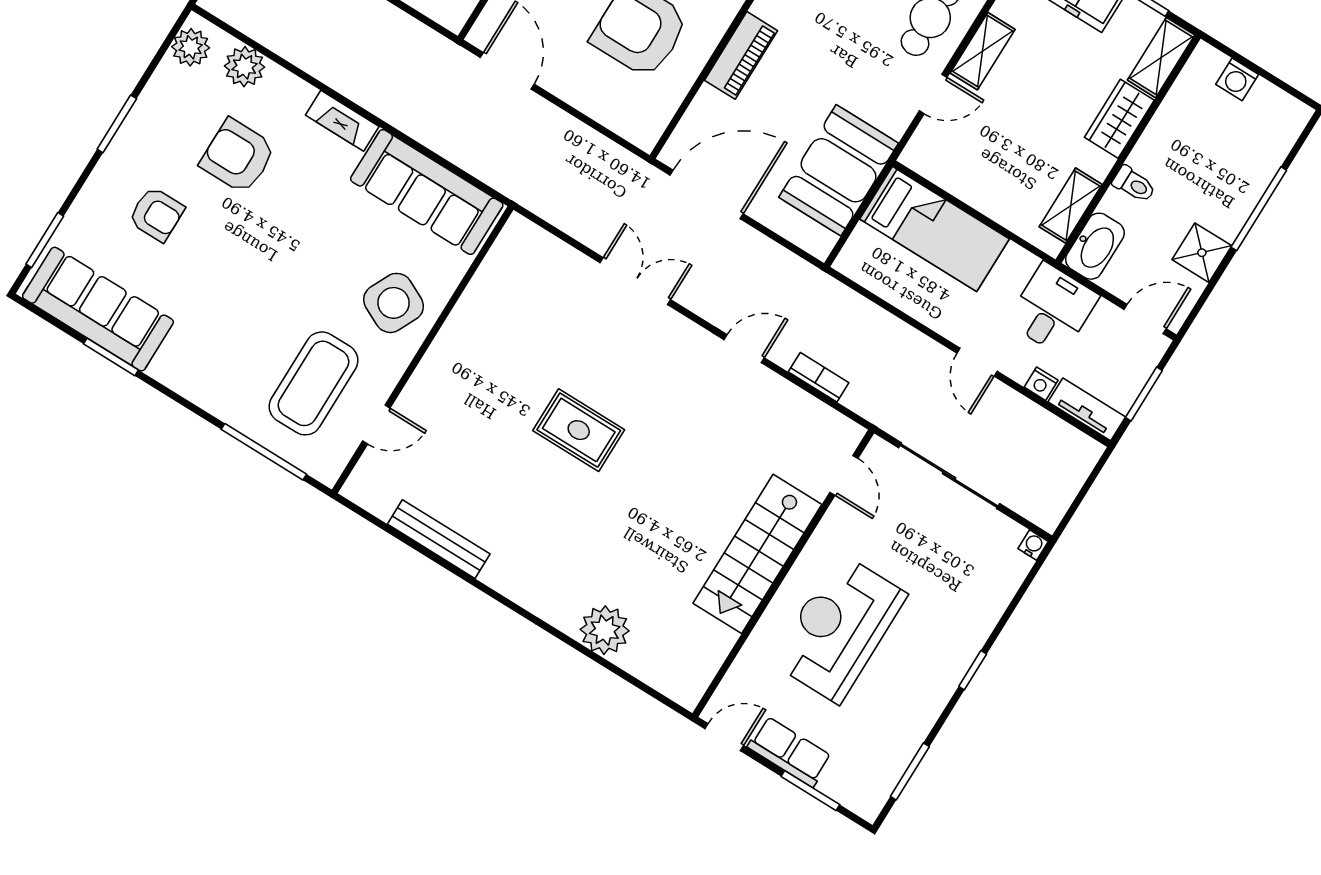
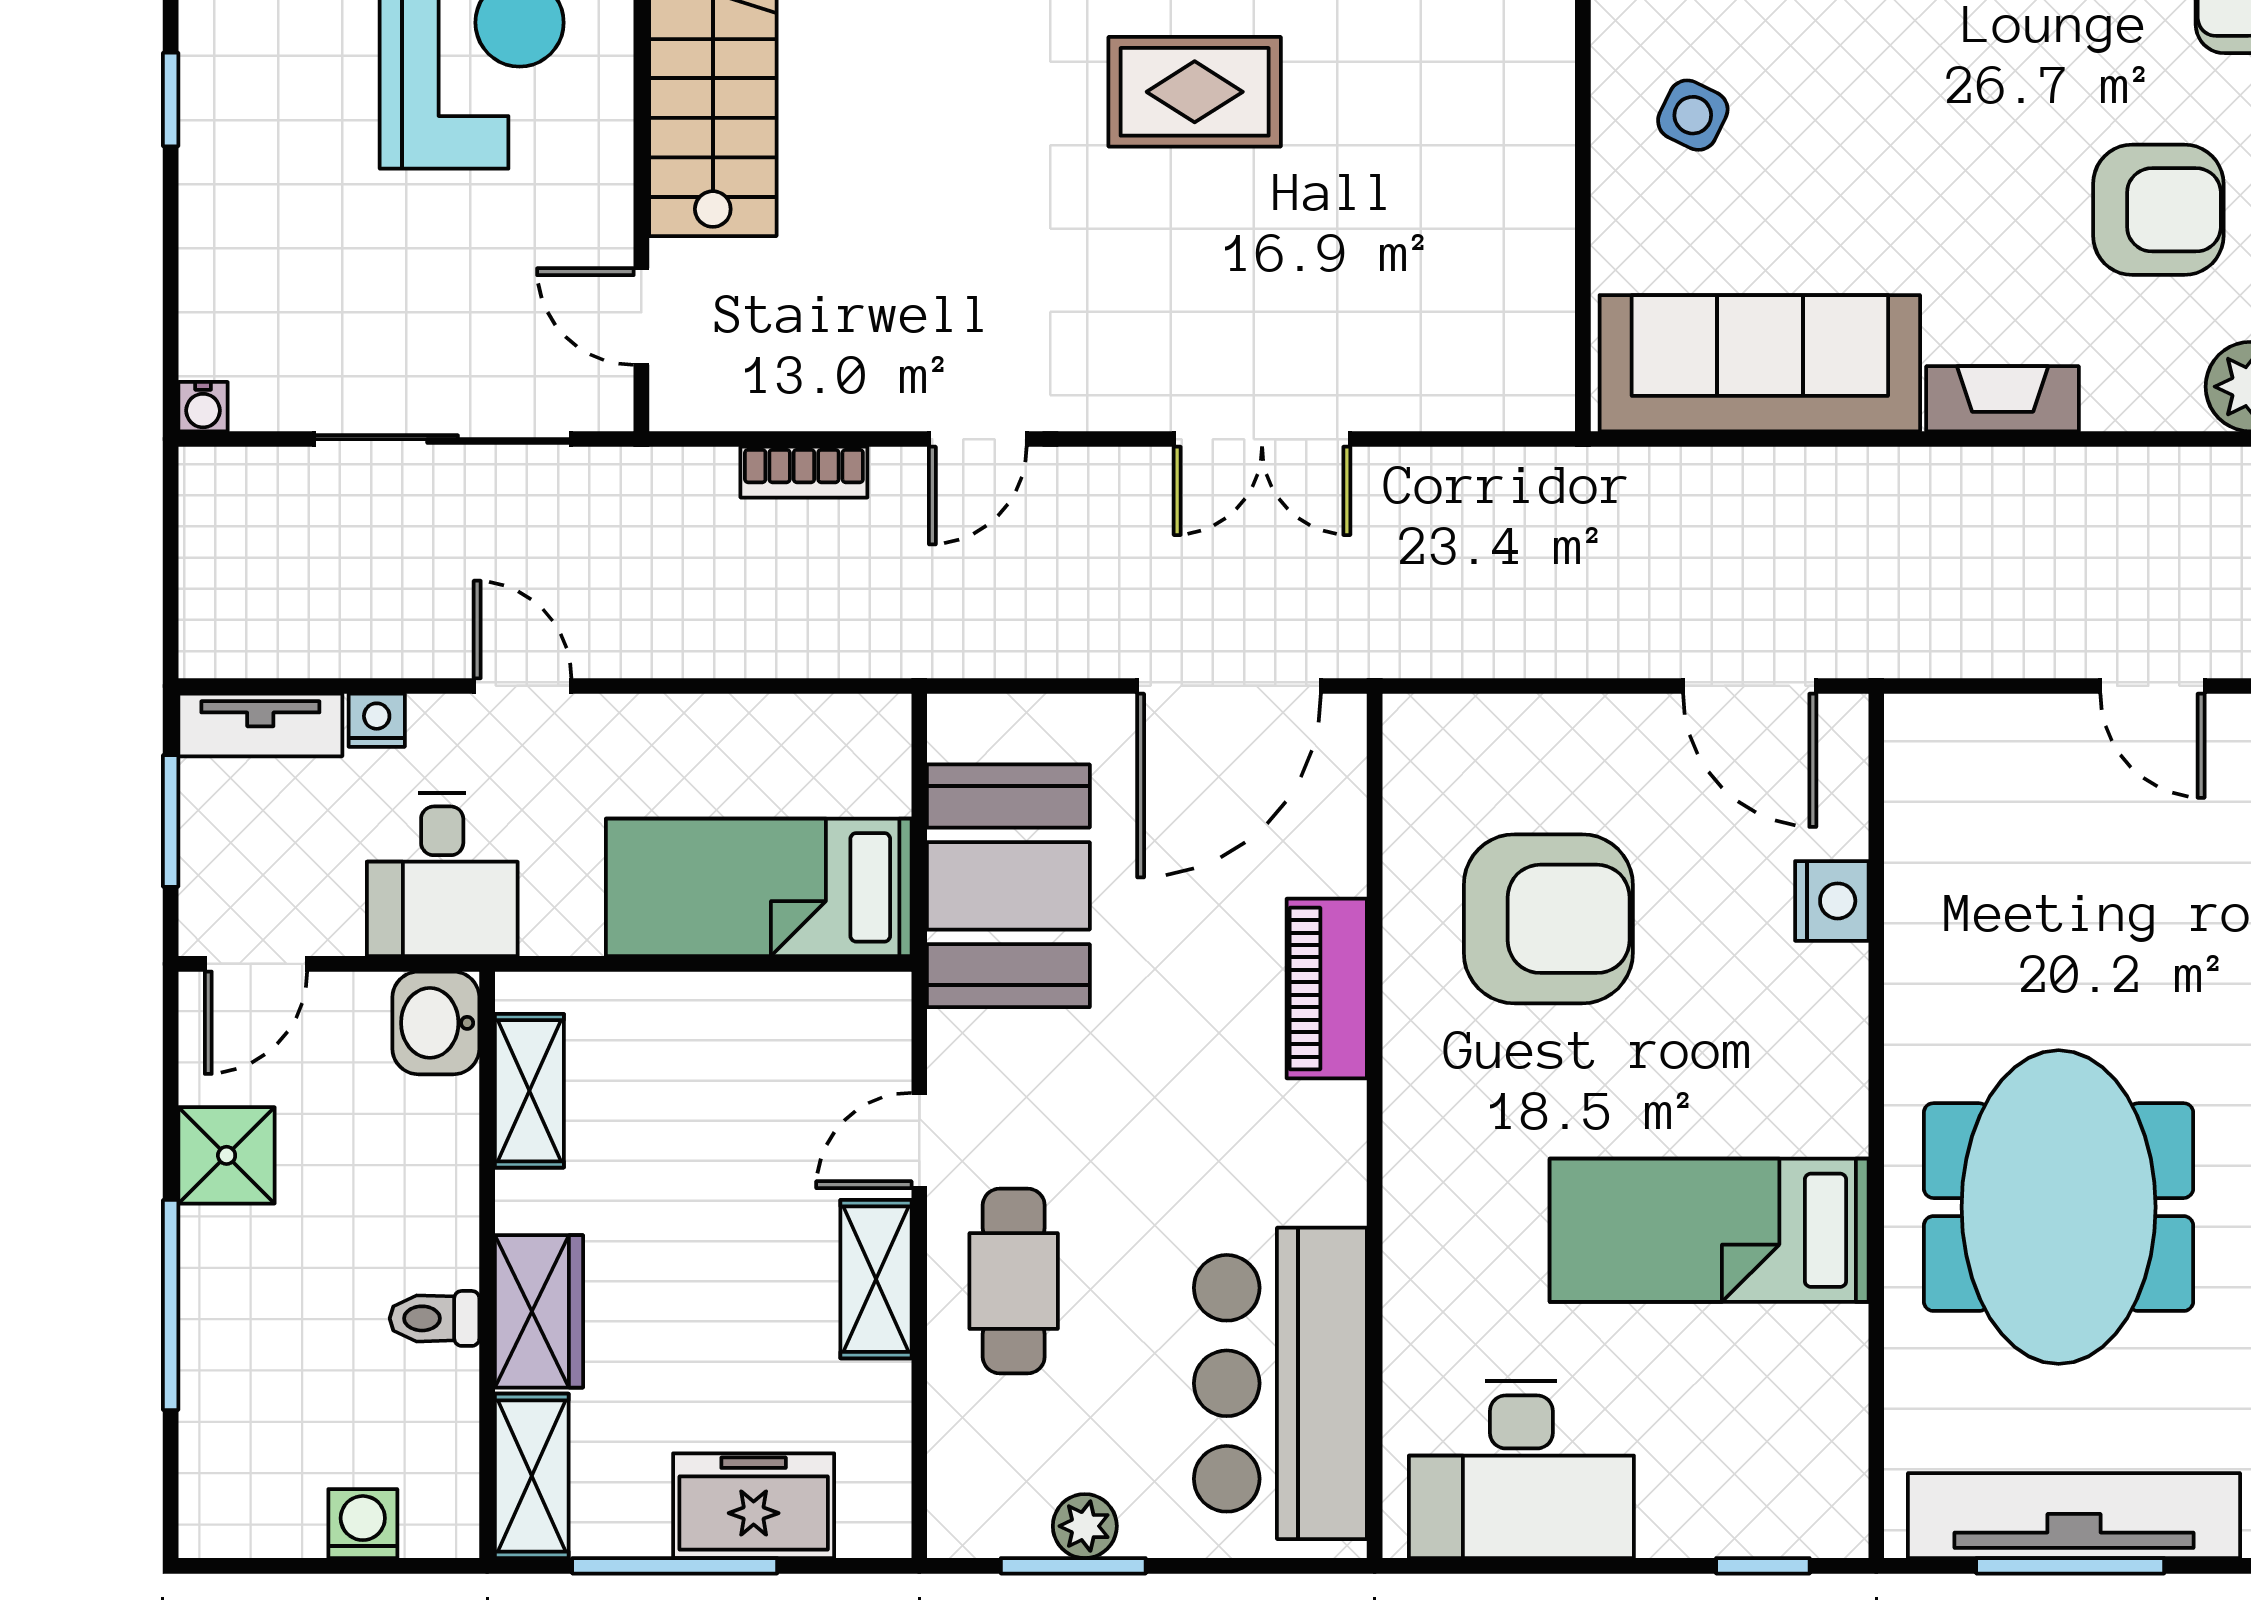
toilet: (1134, 184) -> (435, 1318), moved
washbasin: (1095, 246) -> (436, 1023), width x0.72
side table: (394, 303) -> (1693, 115), width x0.54, depth x0.54

